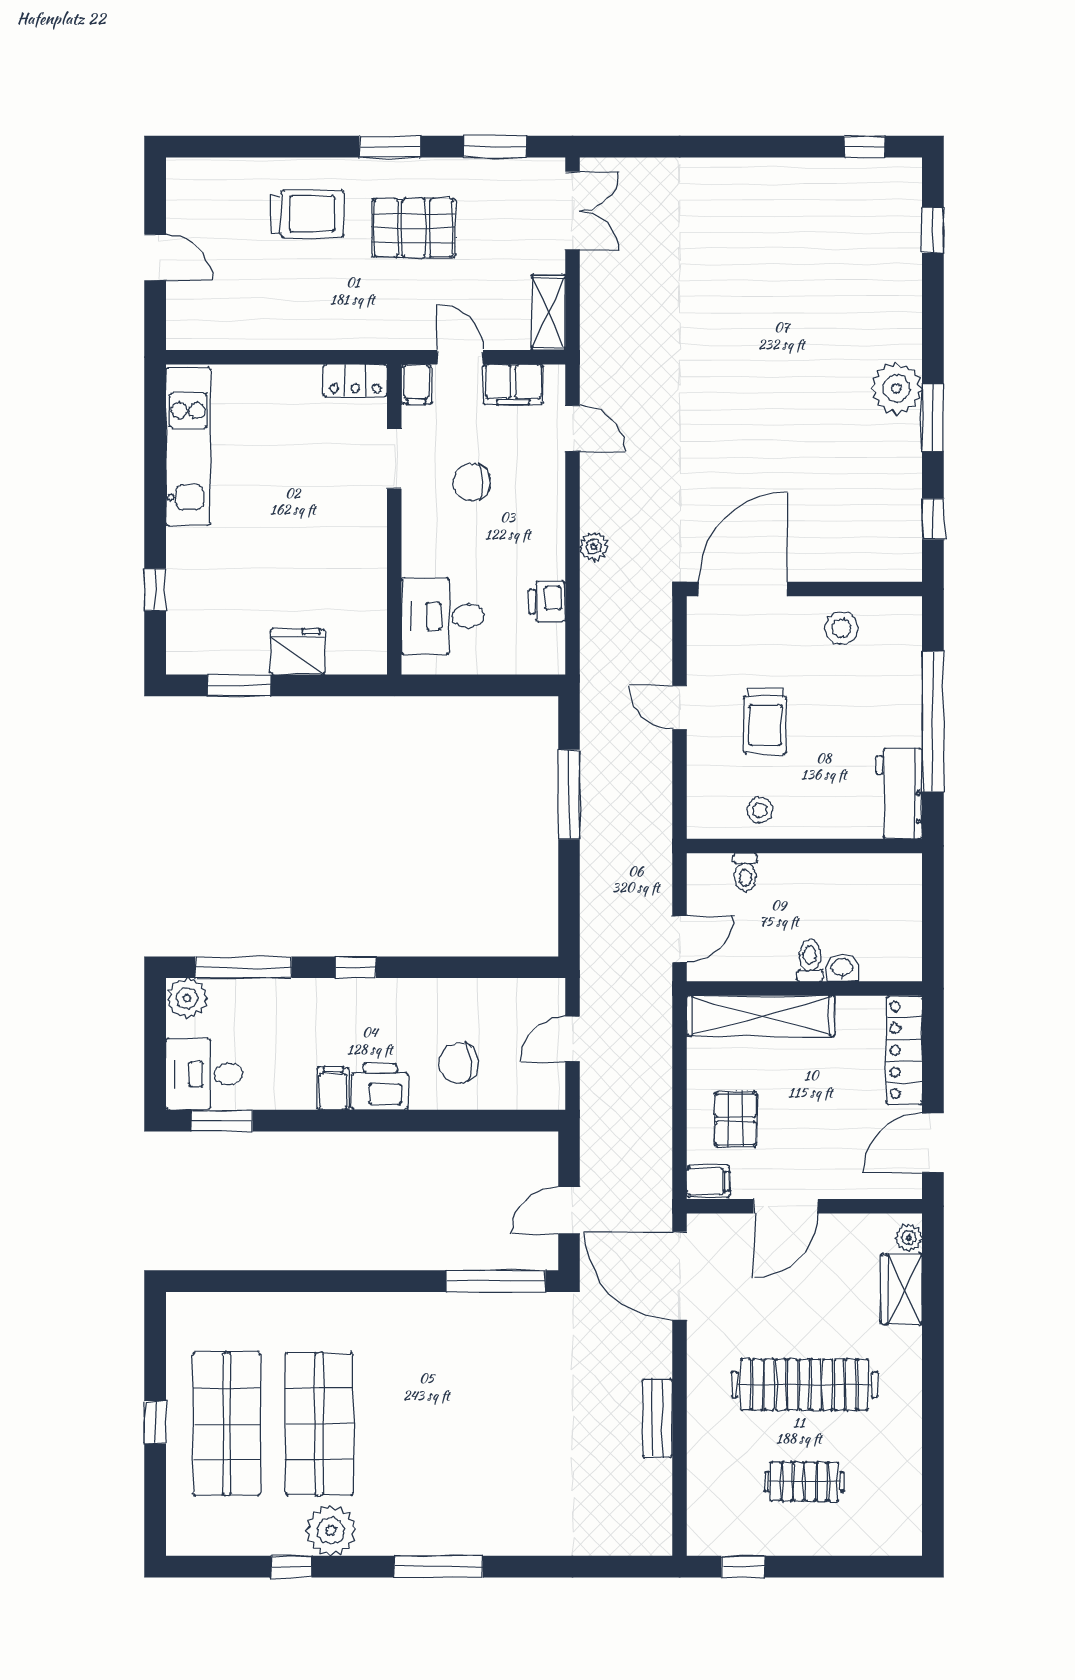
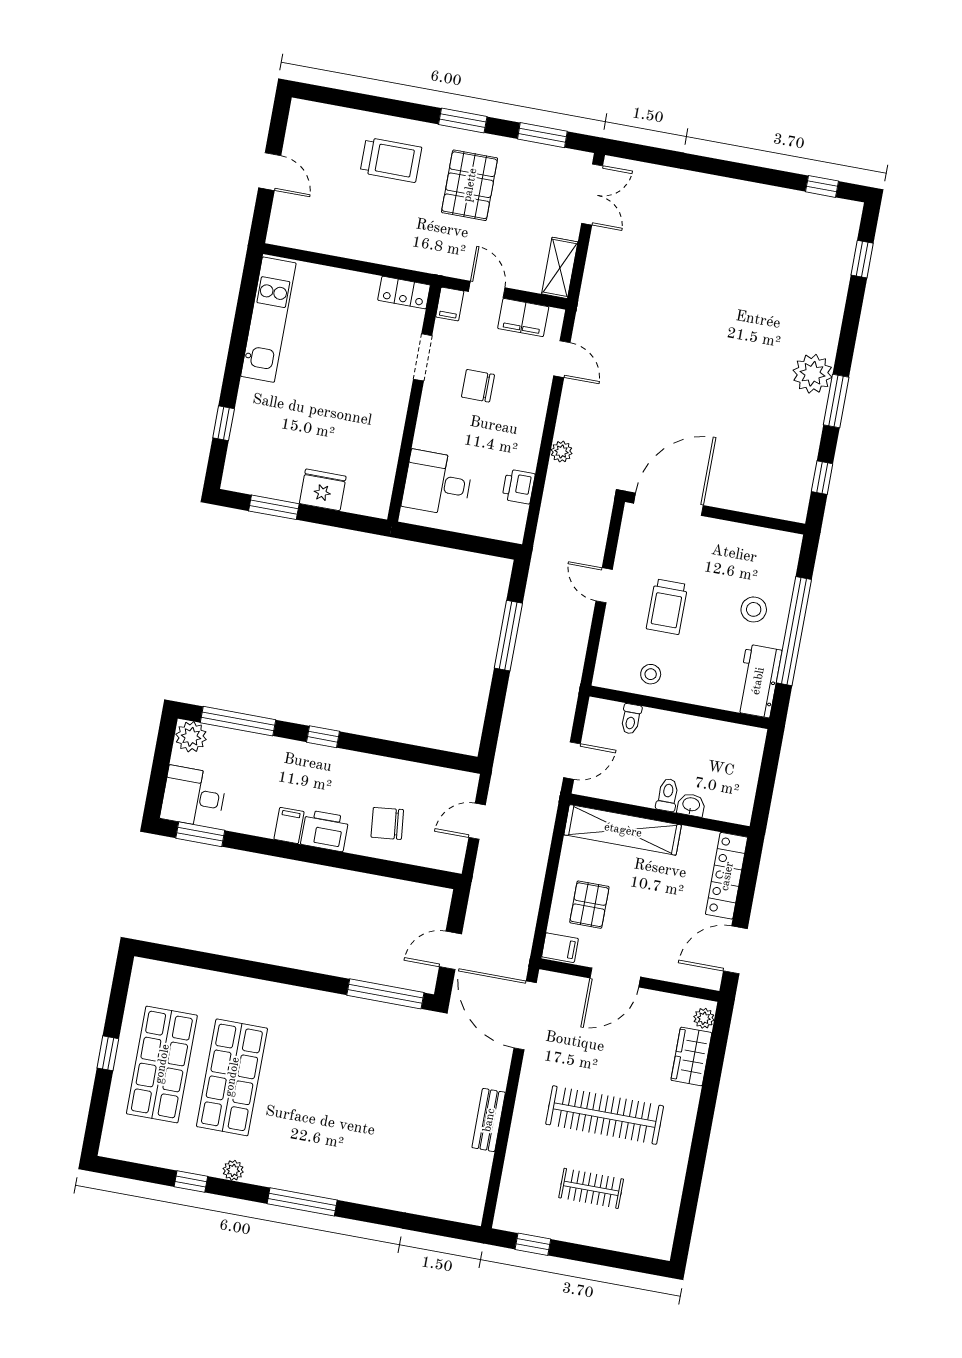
pallet: (414, 228) -> (470, 185), turned 90
stool: (841, 628) -> (754, 609), moved
plant: (331, 1531) -> (233, 1170), width x0.53, depth x0.53

